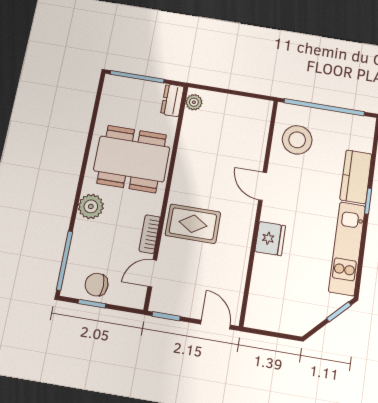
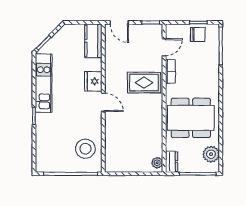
kitchen counter: (356, 177) -> (93, 41), moved, turned 180
door: (263, 186) -> (103, 102), moved
plant: (91, 206) -> (211, 154), moved

